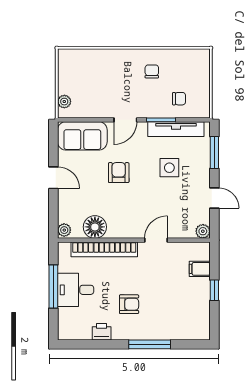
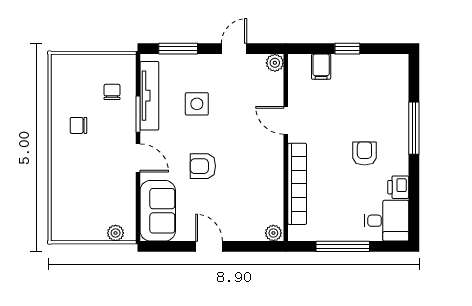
door: (53, 178) -> (209, 246), hinge flipped
floor lamp: (95, 227) -> (270, 195), removed
desk: (76, 290) -> (386, 221), moved, turned -90

